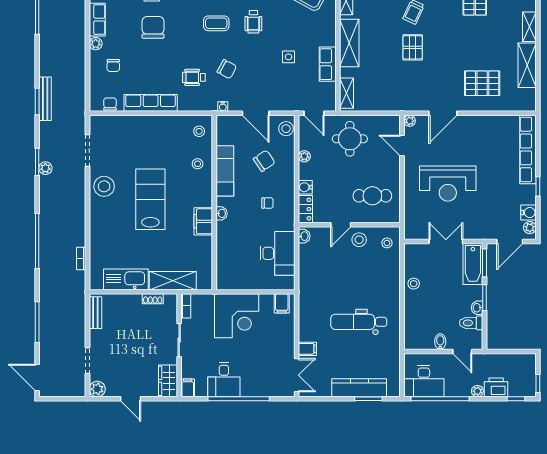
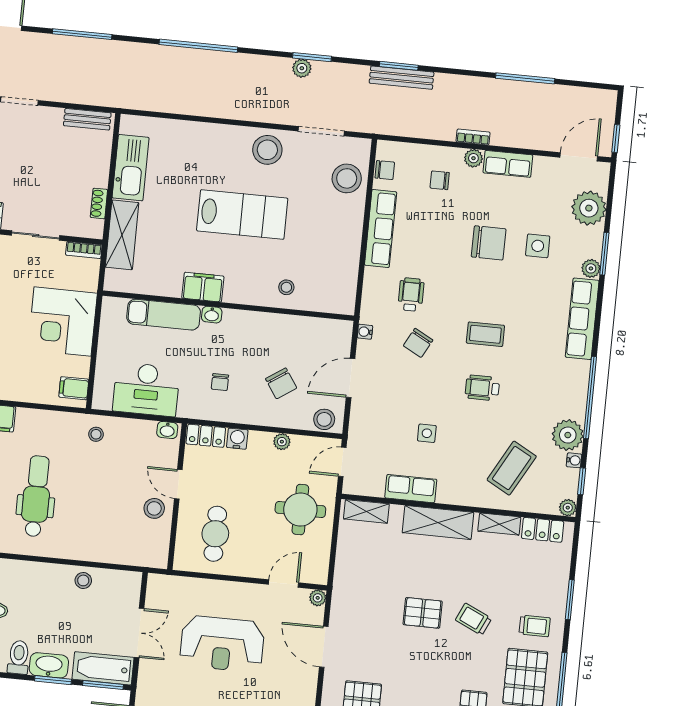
coffee table: (216, 23) -> (485, 334), turned 90
stool: (199, 131) -> (347, 178), moved, width x1.89, depth x1.89
exam couch: (225, 171) -> (164, 315), moved
reception desk: (448, 184) -> (222, 644), turned -90
stool: (387, 243) -> (96, 434), moved
bookcase: (81, 258) -> (473, 137), moved
washbasin: (477, 308) -> (49, 665), width x1.91, depth x1.45

